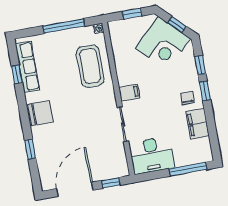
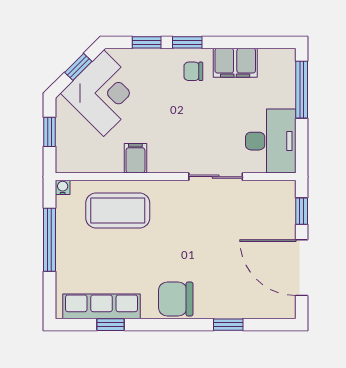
filing cabinet: (129, 93) -> (135, 158), moved
chair: (41, 113) -> (176, 299), turned -90

